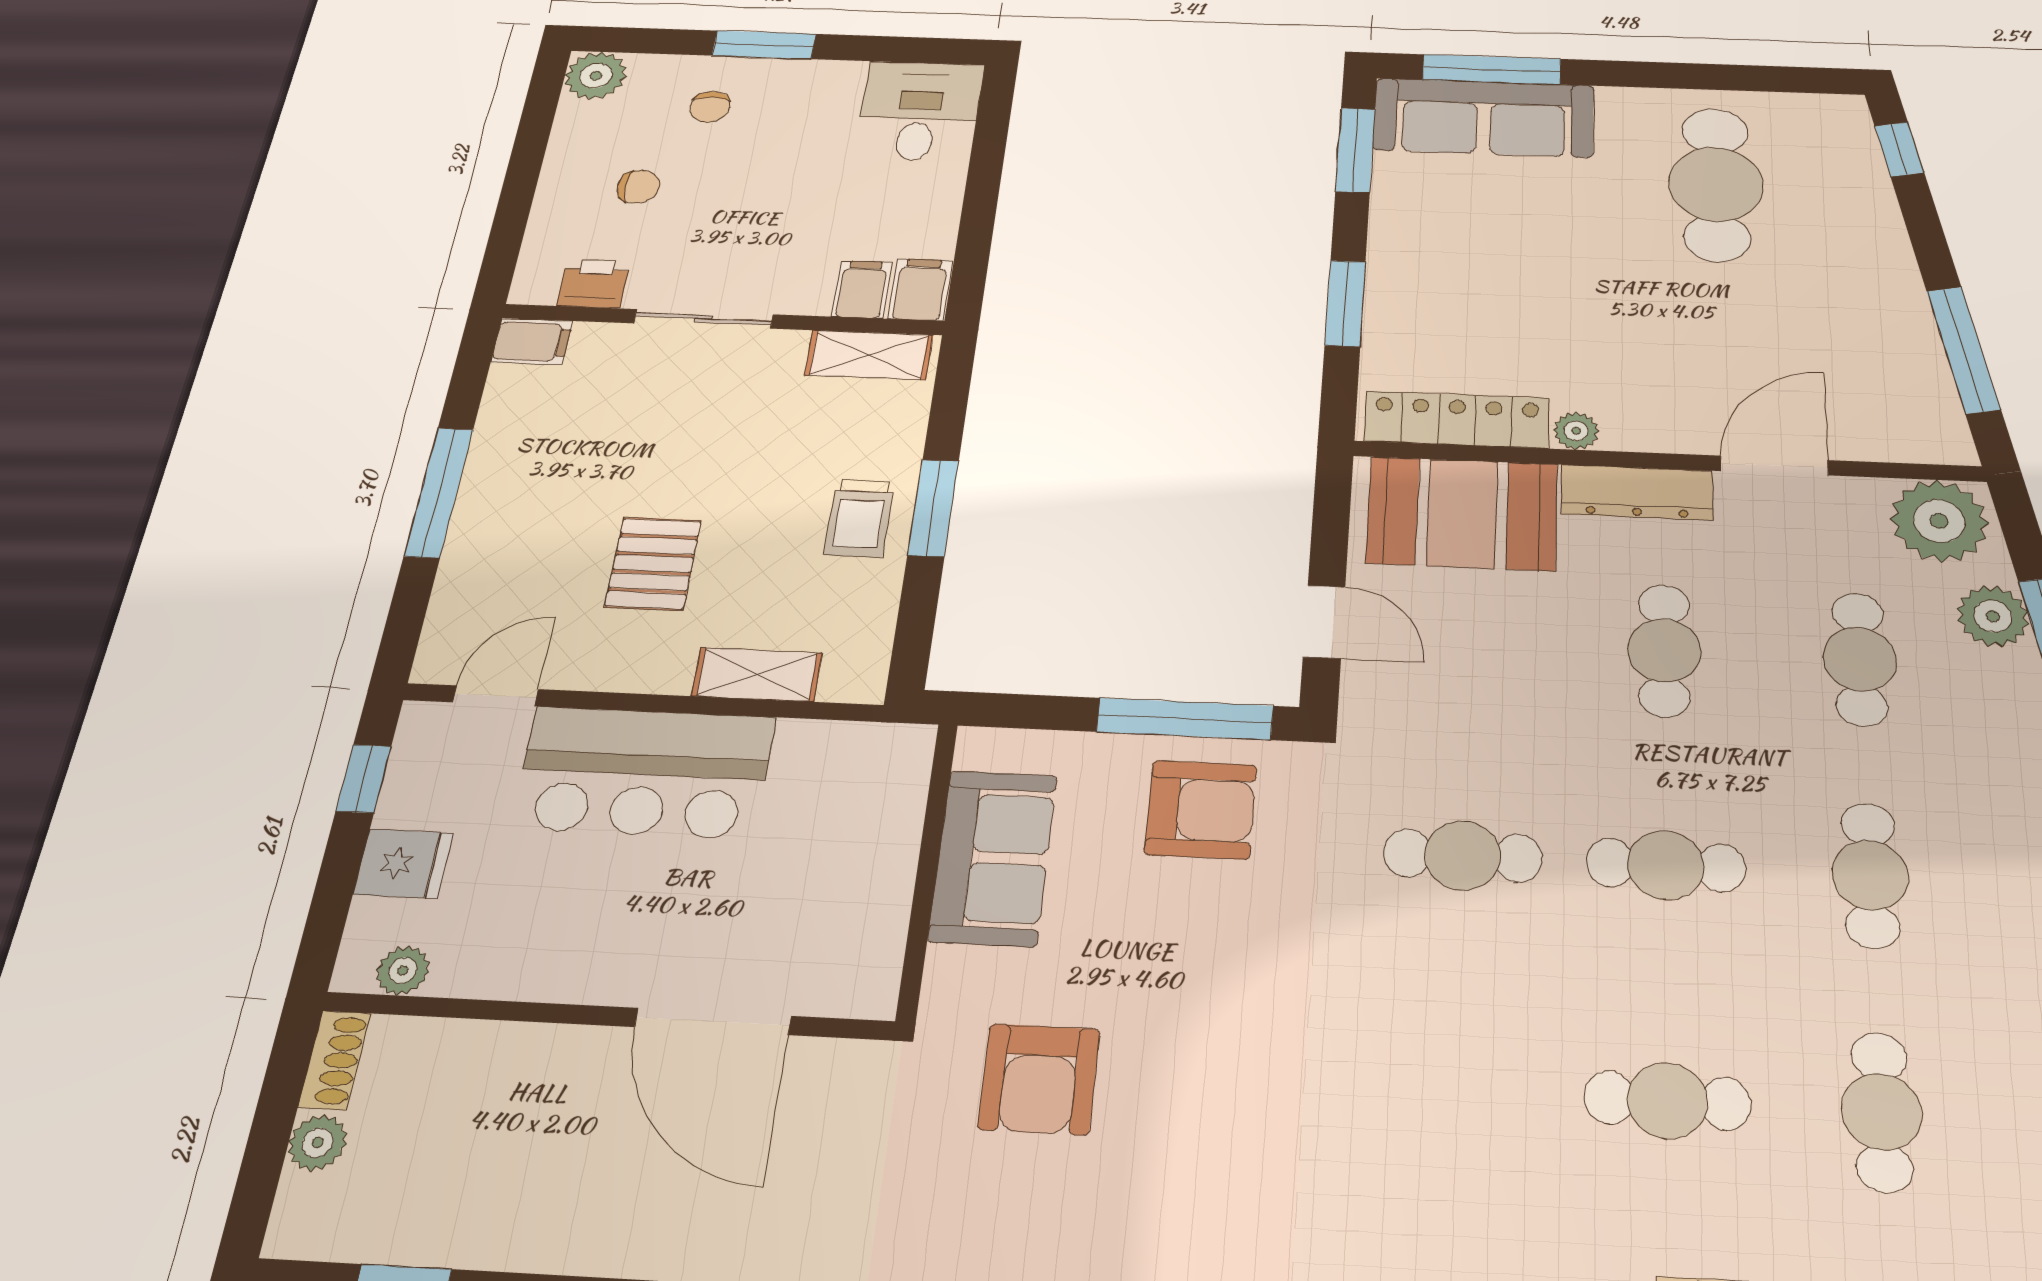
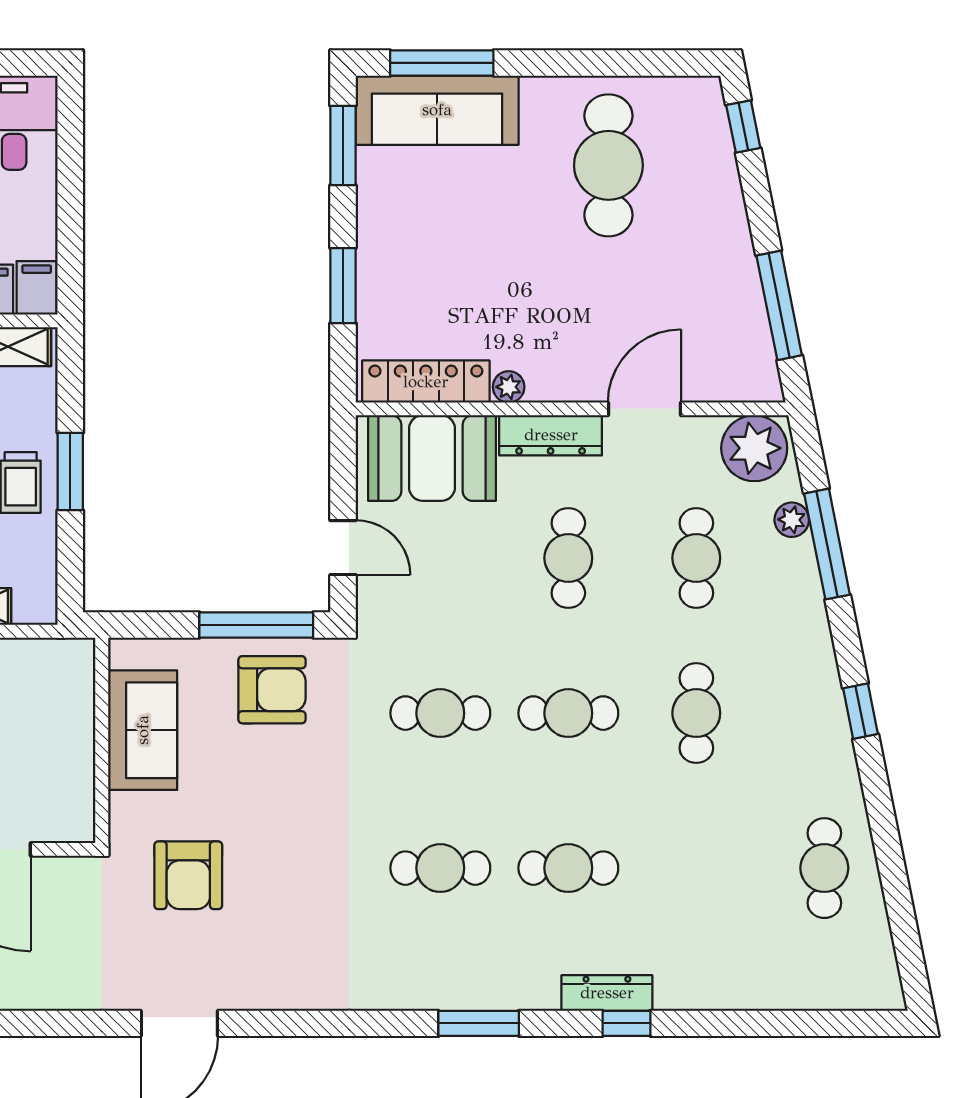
plant: (1993, 616) -> (792, 520), width x0.73, depth x0.73
cafe table: (1882, 1112) -> (440, 868), moved, turned 90

